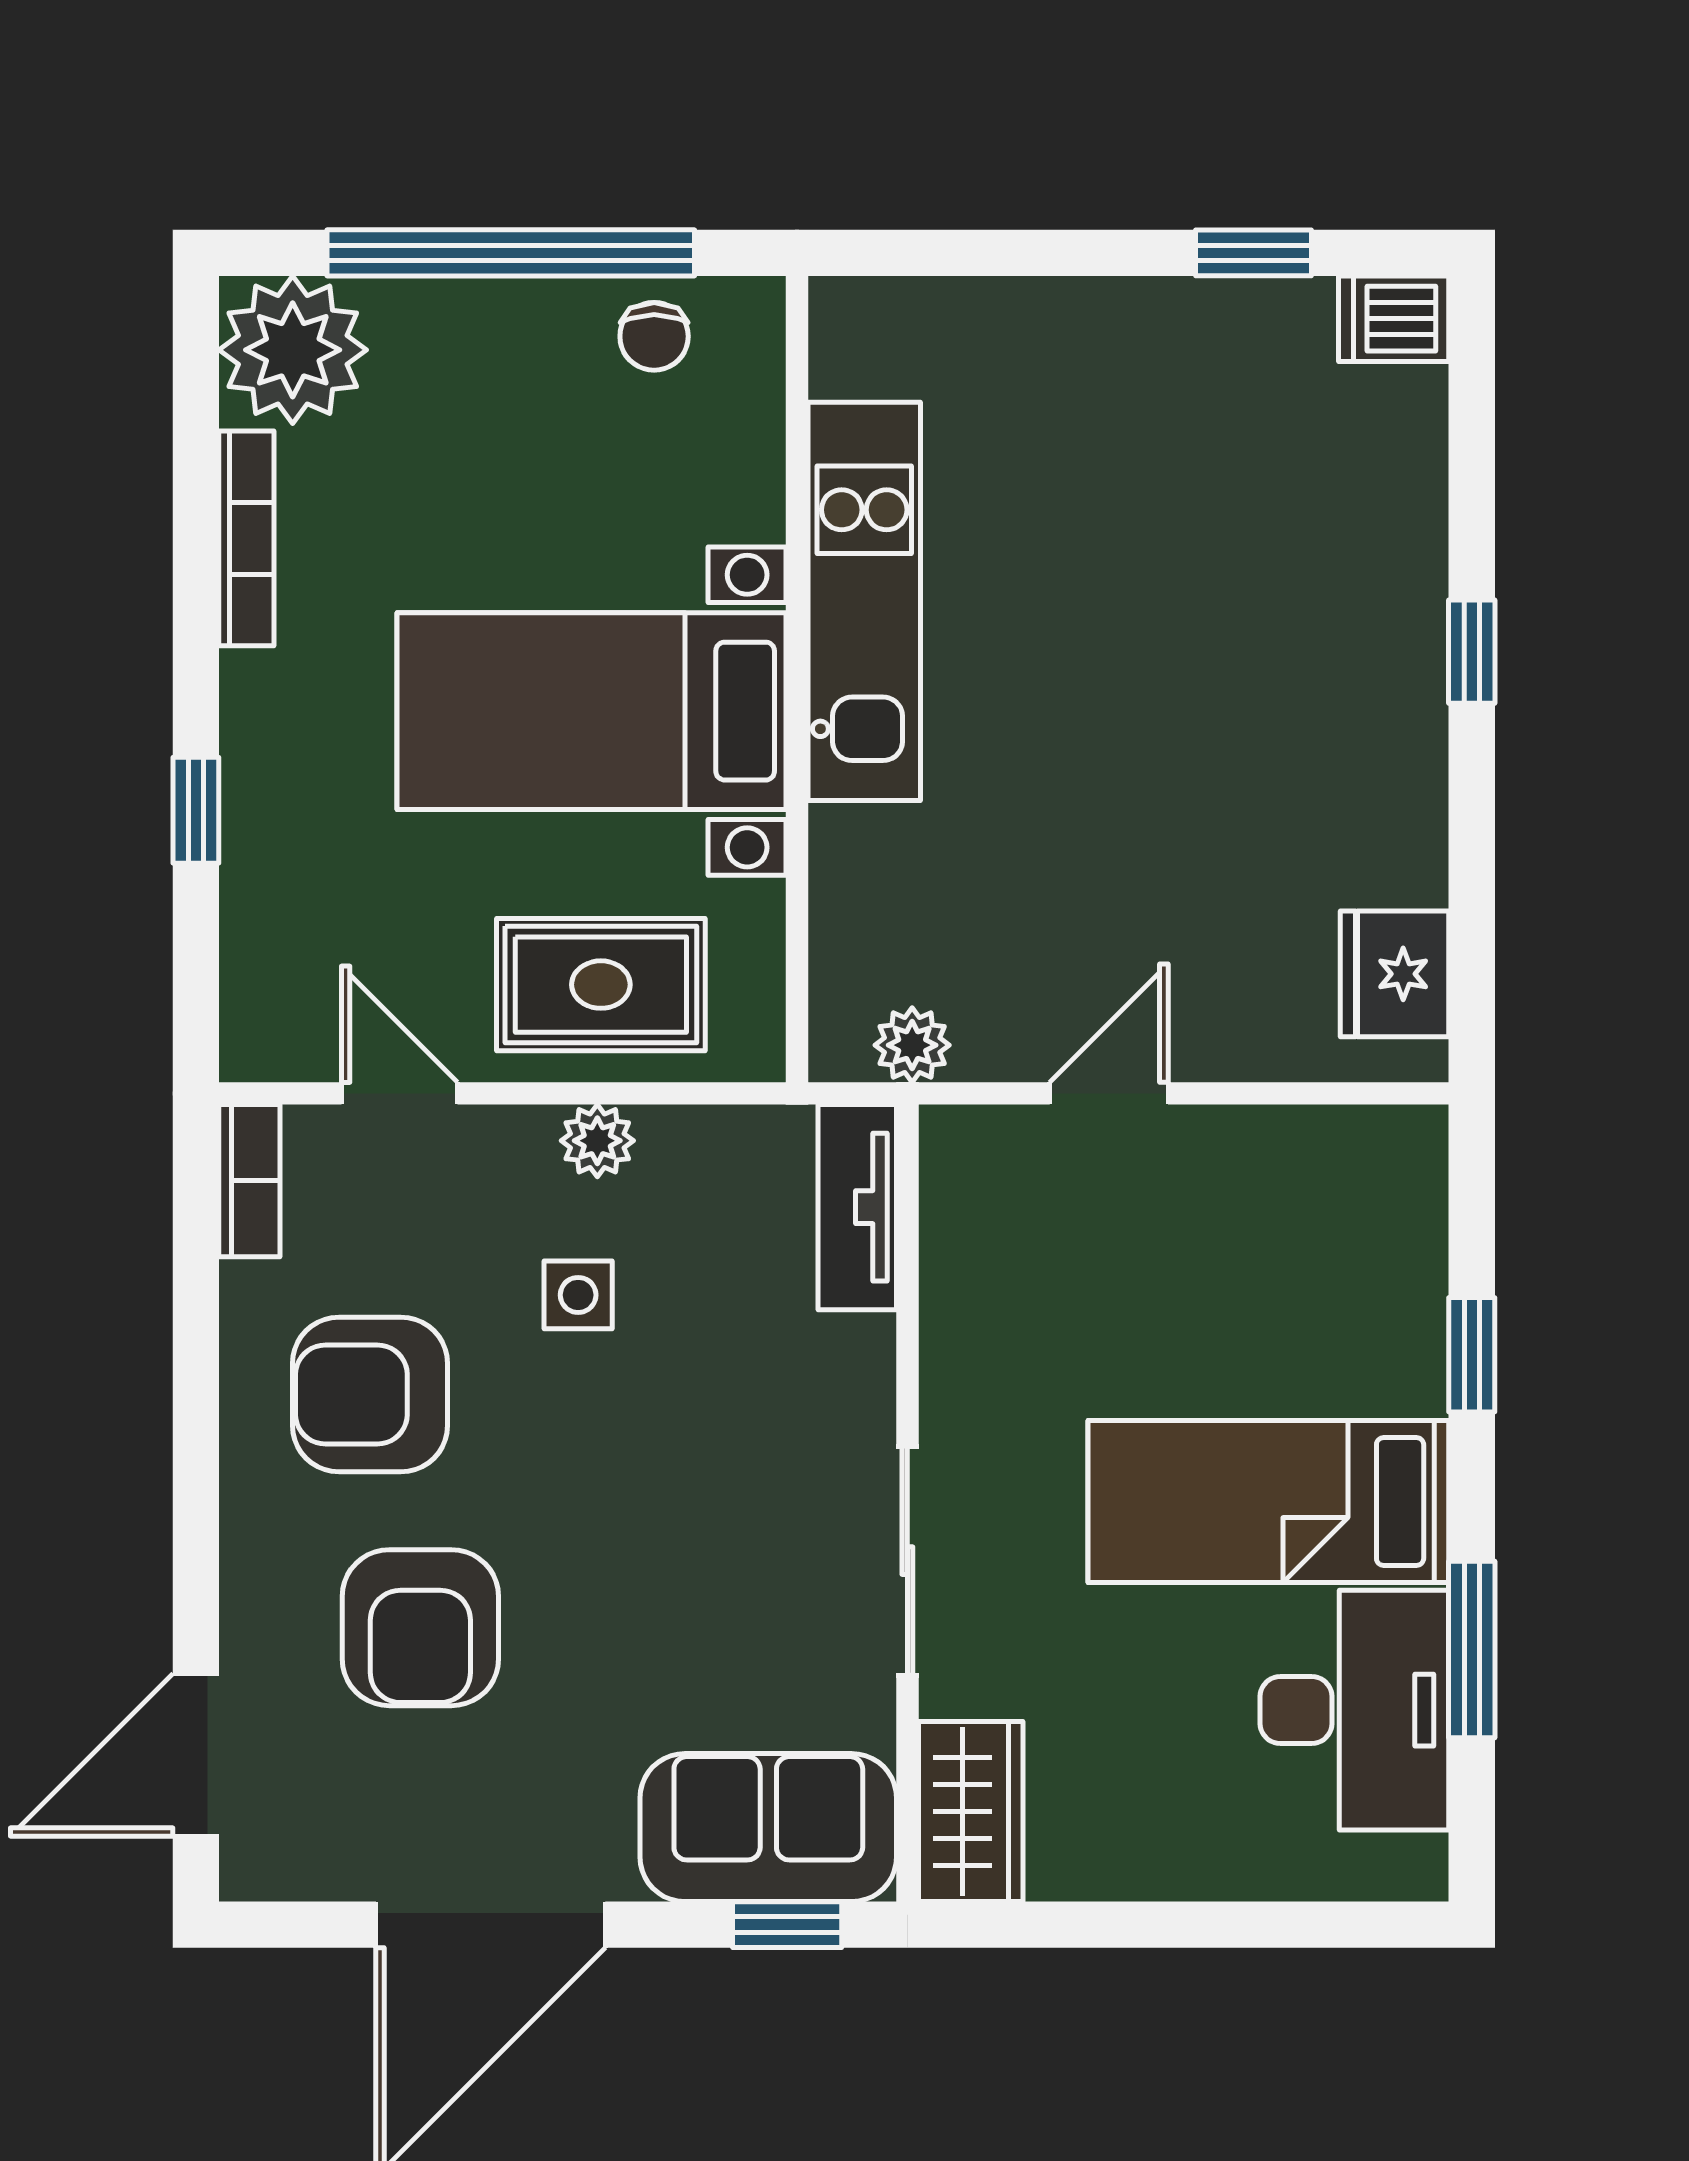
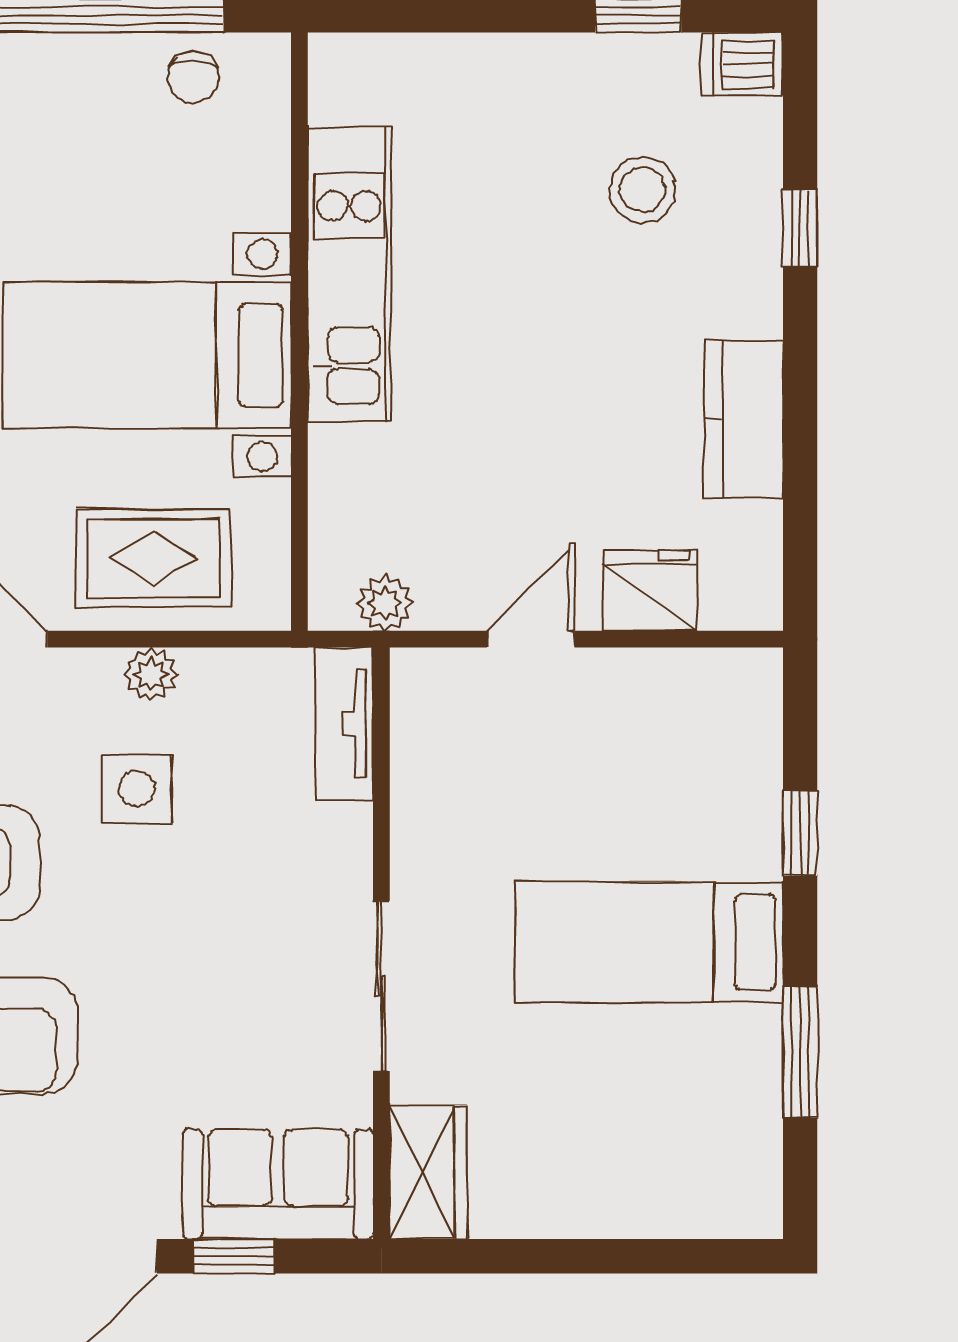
stool: (1259, 488) -> (642, 190), added
window: (1472, 652) -> (800, 228), moved
kitchen counter: (1395, 797) -> (744, 419), added
fridge: (1395, 974) -> (649, 591), moved, turned 90
side table: (578, 1295) -> (137, 789), width x1.37, depth x1.37
desk: (1354, 1710) -> (713, 1097), removed
window: (787, 1925) -> (234, 1256), moved

